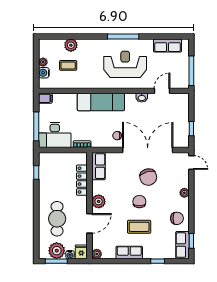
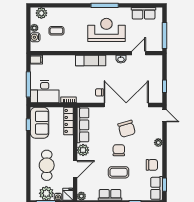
plant: (71, 45) -> (41, 13), moved
exam couch: (101, 102) -> (91, 61), width x0.73, depth x0.69
row of seats: (98, 166) -> (83, 125), width x1.48
sofa: (49, 170) -> (40, 123), added
locker: (82, 180) -> (68, 121), moved

